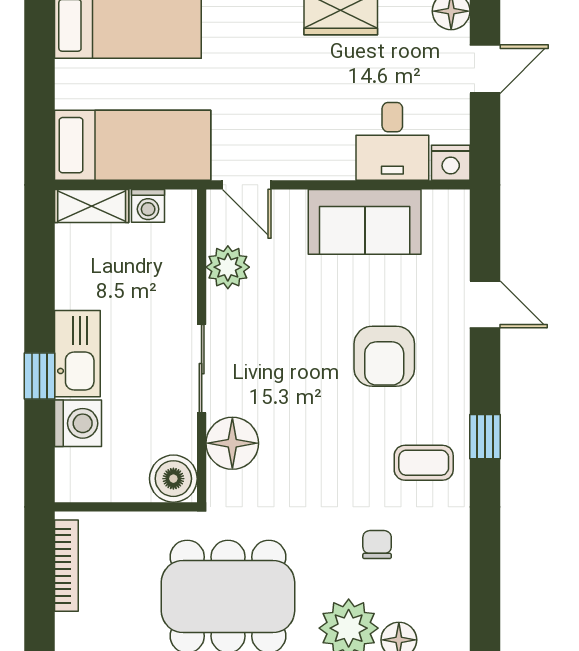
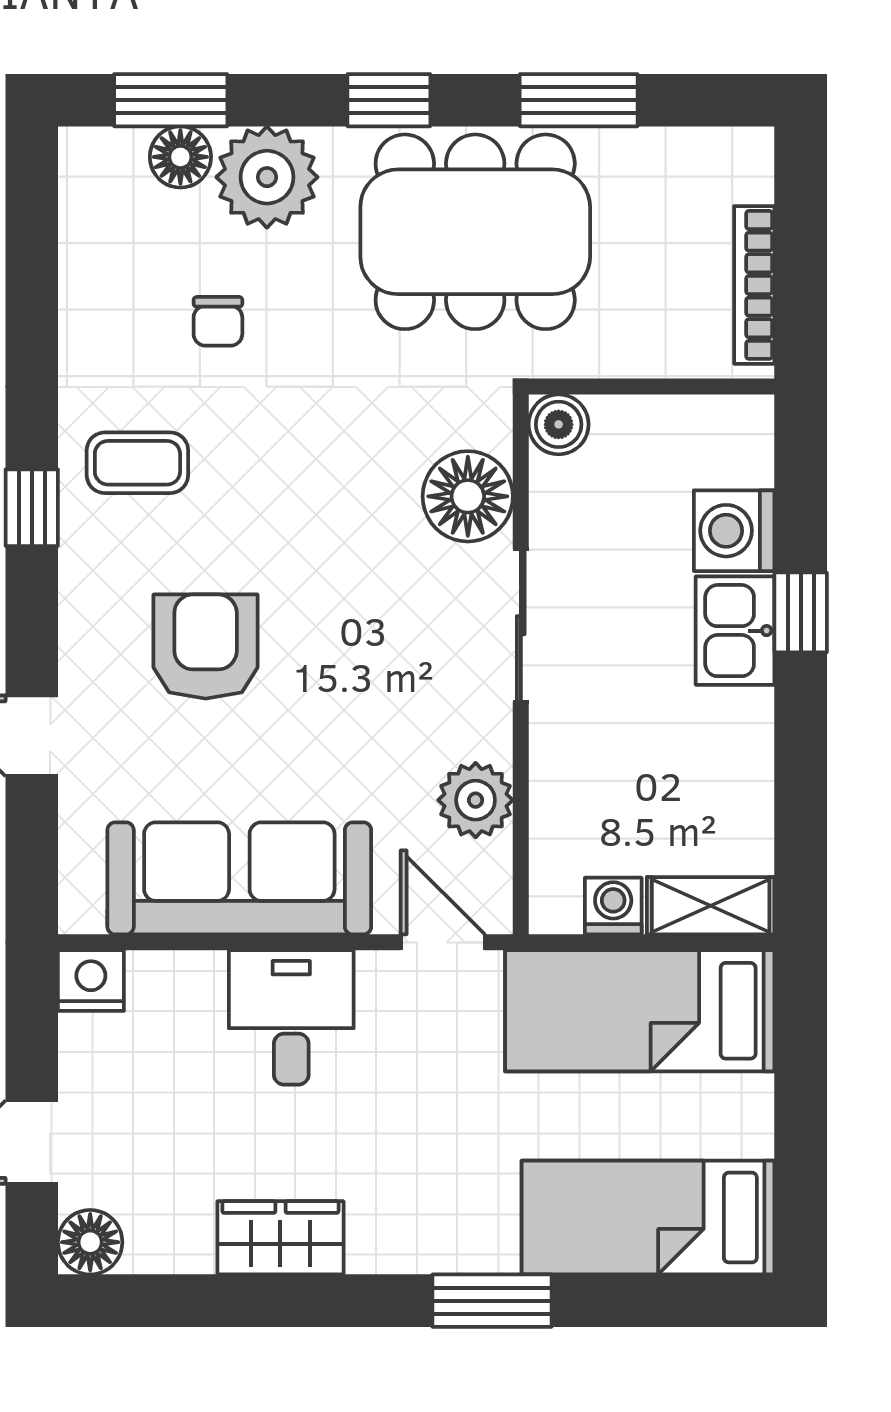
desk: (392, 141) -> (291, 1017), moved
sofa: (365, 222) -> (239, 878), width x1.36
kitchen sink: (77, 354) -> (735, 631), width x0.73
boiler: (173, 479) -> (559, 424), width x0.73, depth x0.73

